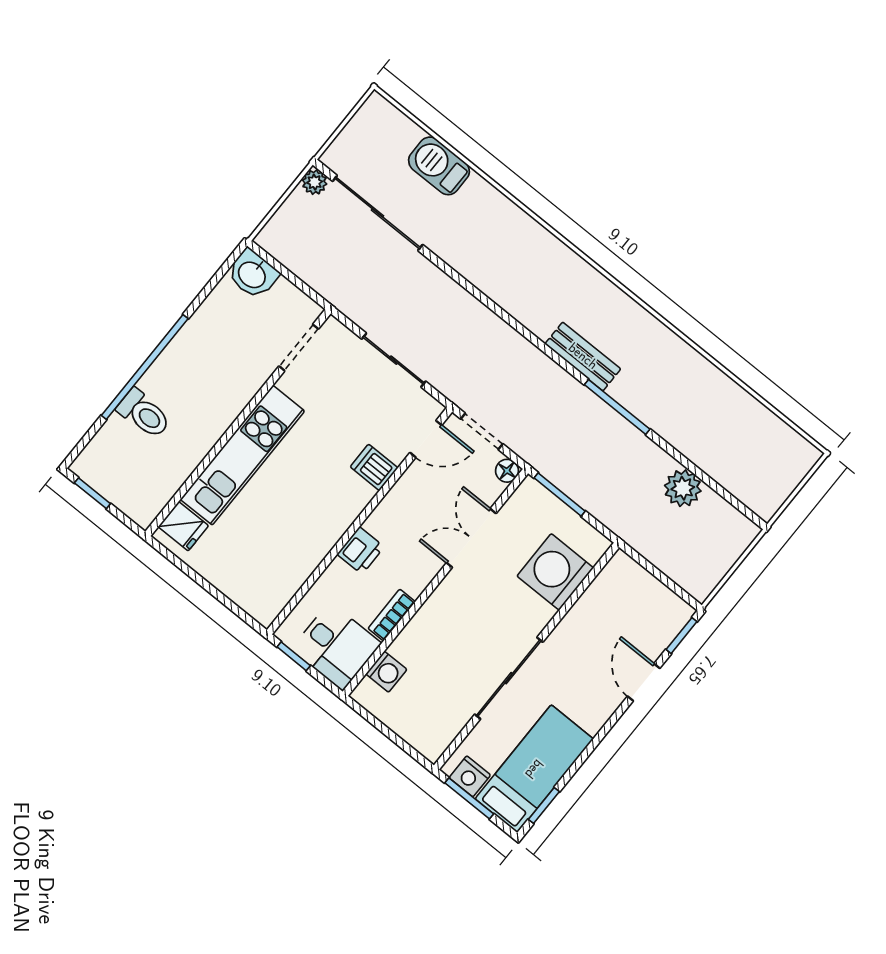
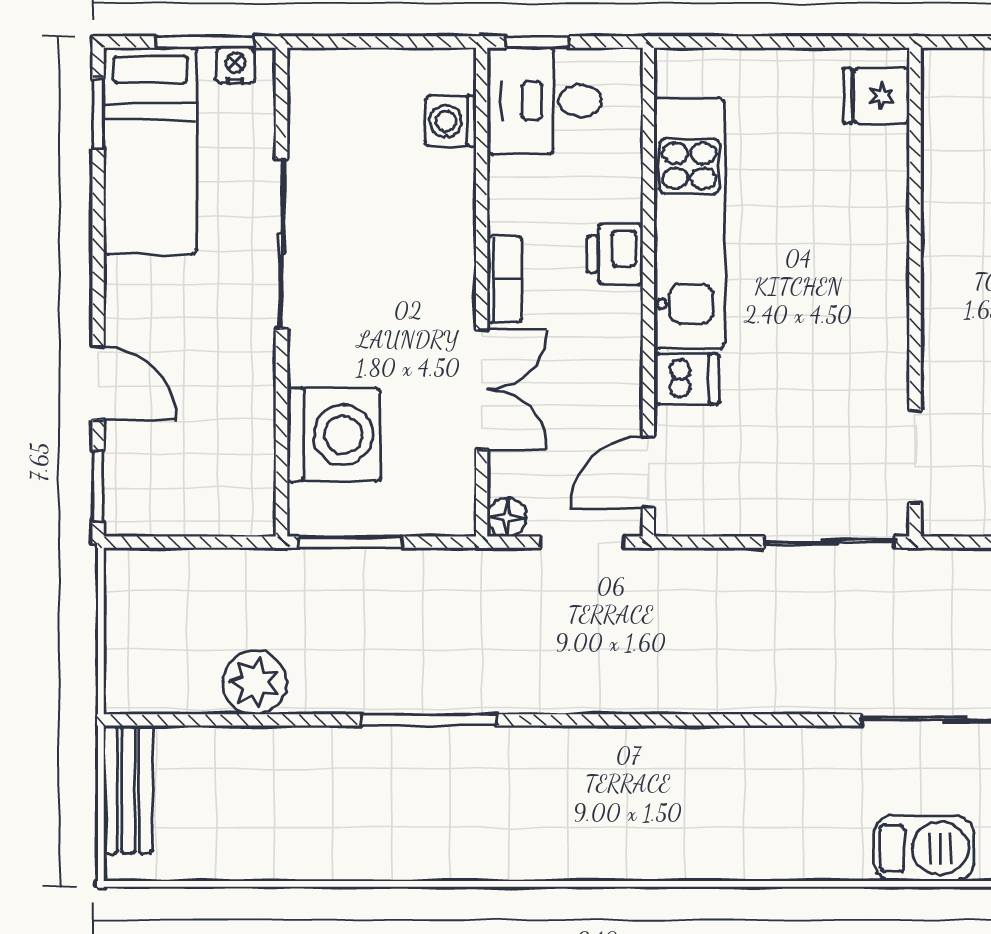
bench: (583, 356) -> (128, 790), moved, turned 90
sliding door: (394, 360) -> (829, 542), moved
kitchen unit: (242, 455) -> (689, 224), moved, turned 180
window: (560, 494) -> (350, 542), moved
bookcase: (392, 615) -> (505, 279), moved
window: (294, 656) -> (537, 42), moved
nightstand: (470, 776) -> (235, 66), width x0.72, depth x0.74

